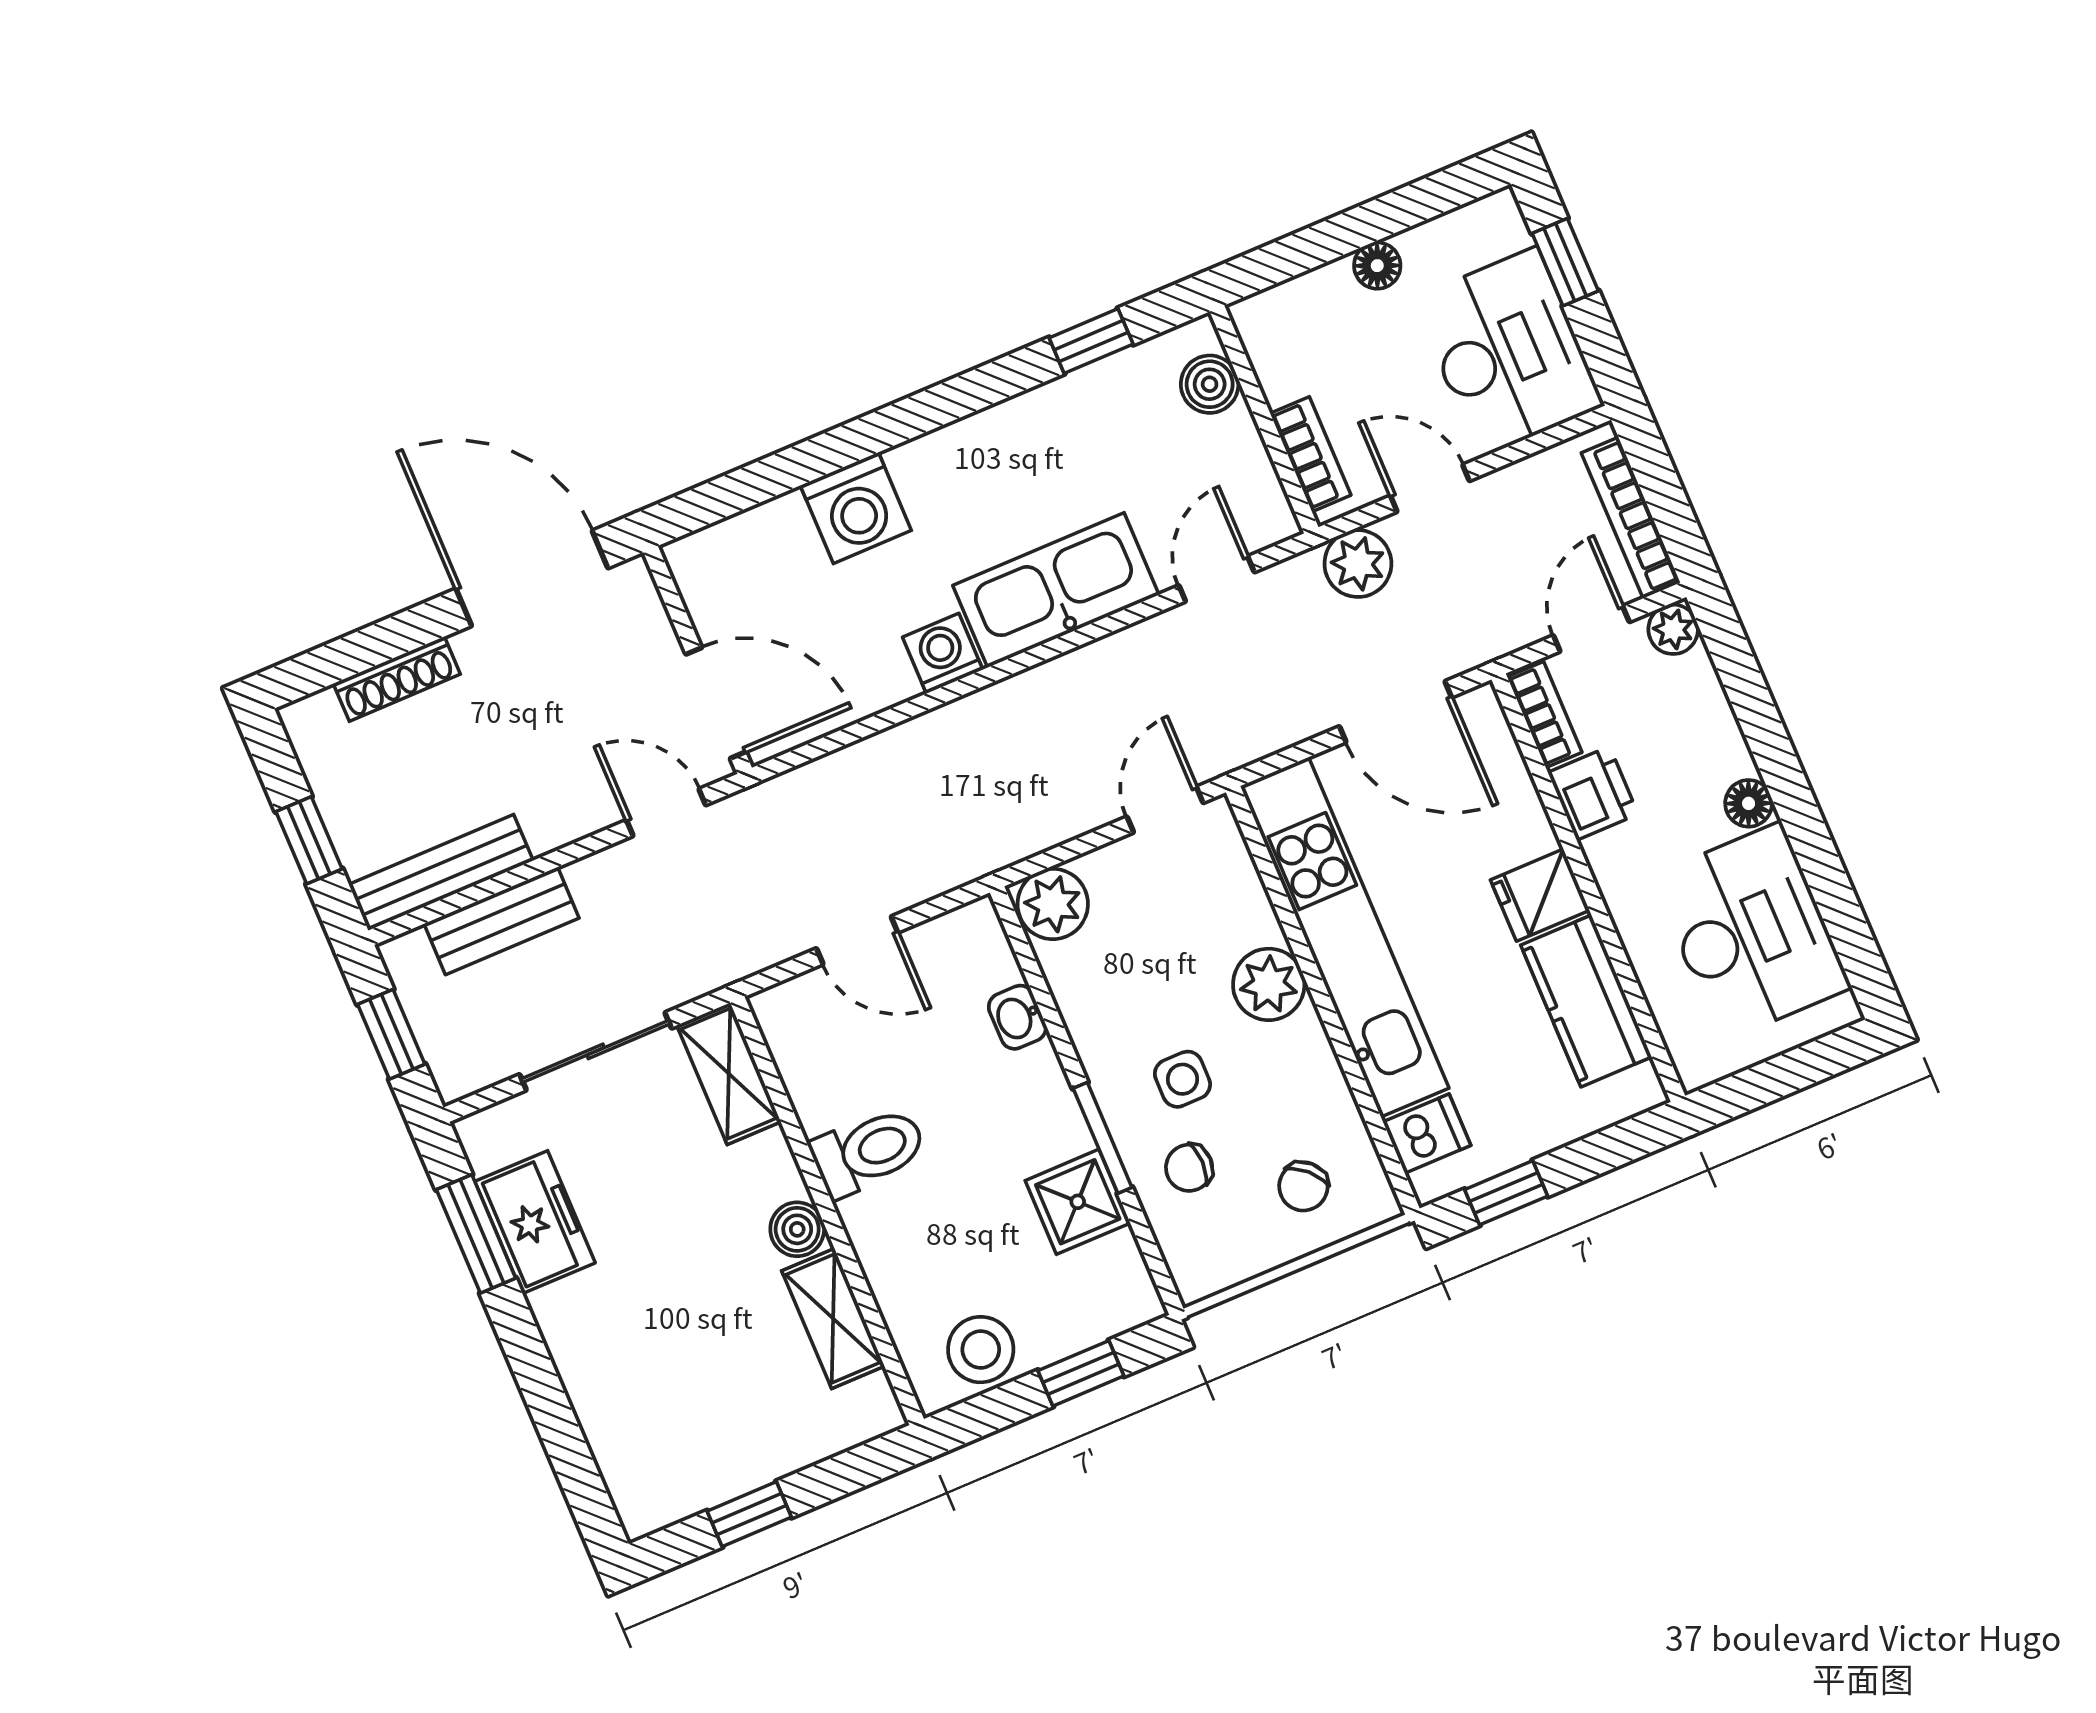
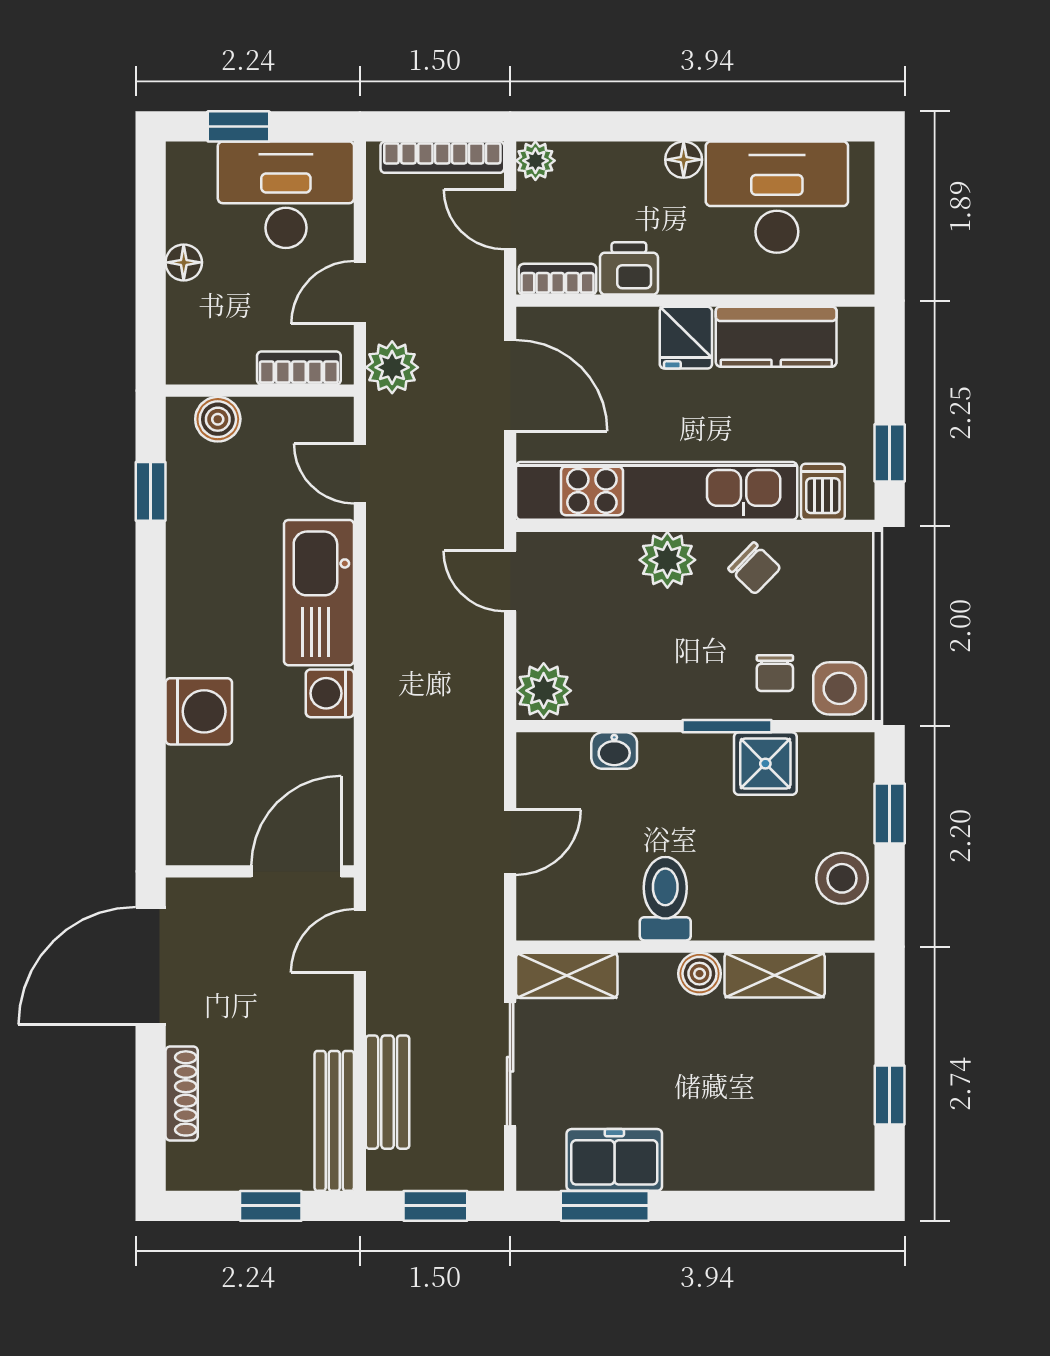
door: (1396, 712) -> (510, 386), hinge flipped
side table: (1182, 1079) -> (840, 688), moved, width x1.37, depth x1.37
chair: (1303, 1186) -> (754, 568), moved

